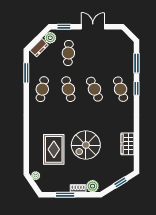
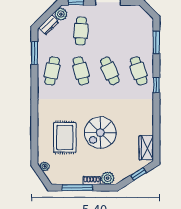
window: (137, 88) -> (156, 85), moved
wardrobe: (127, 144) -> (146, 148), moved
window: (65, 195) -> (77, 188), width x1.44

